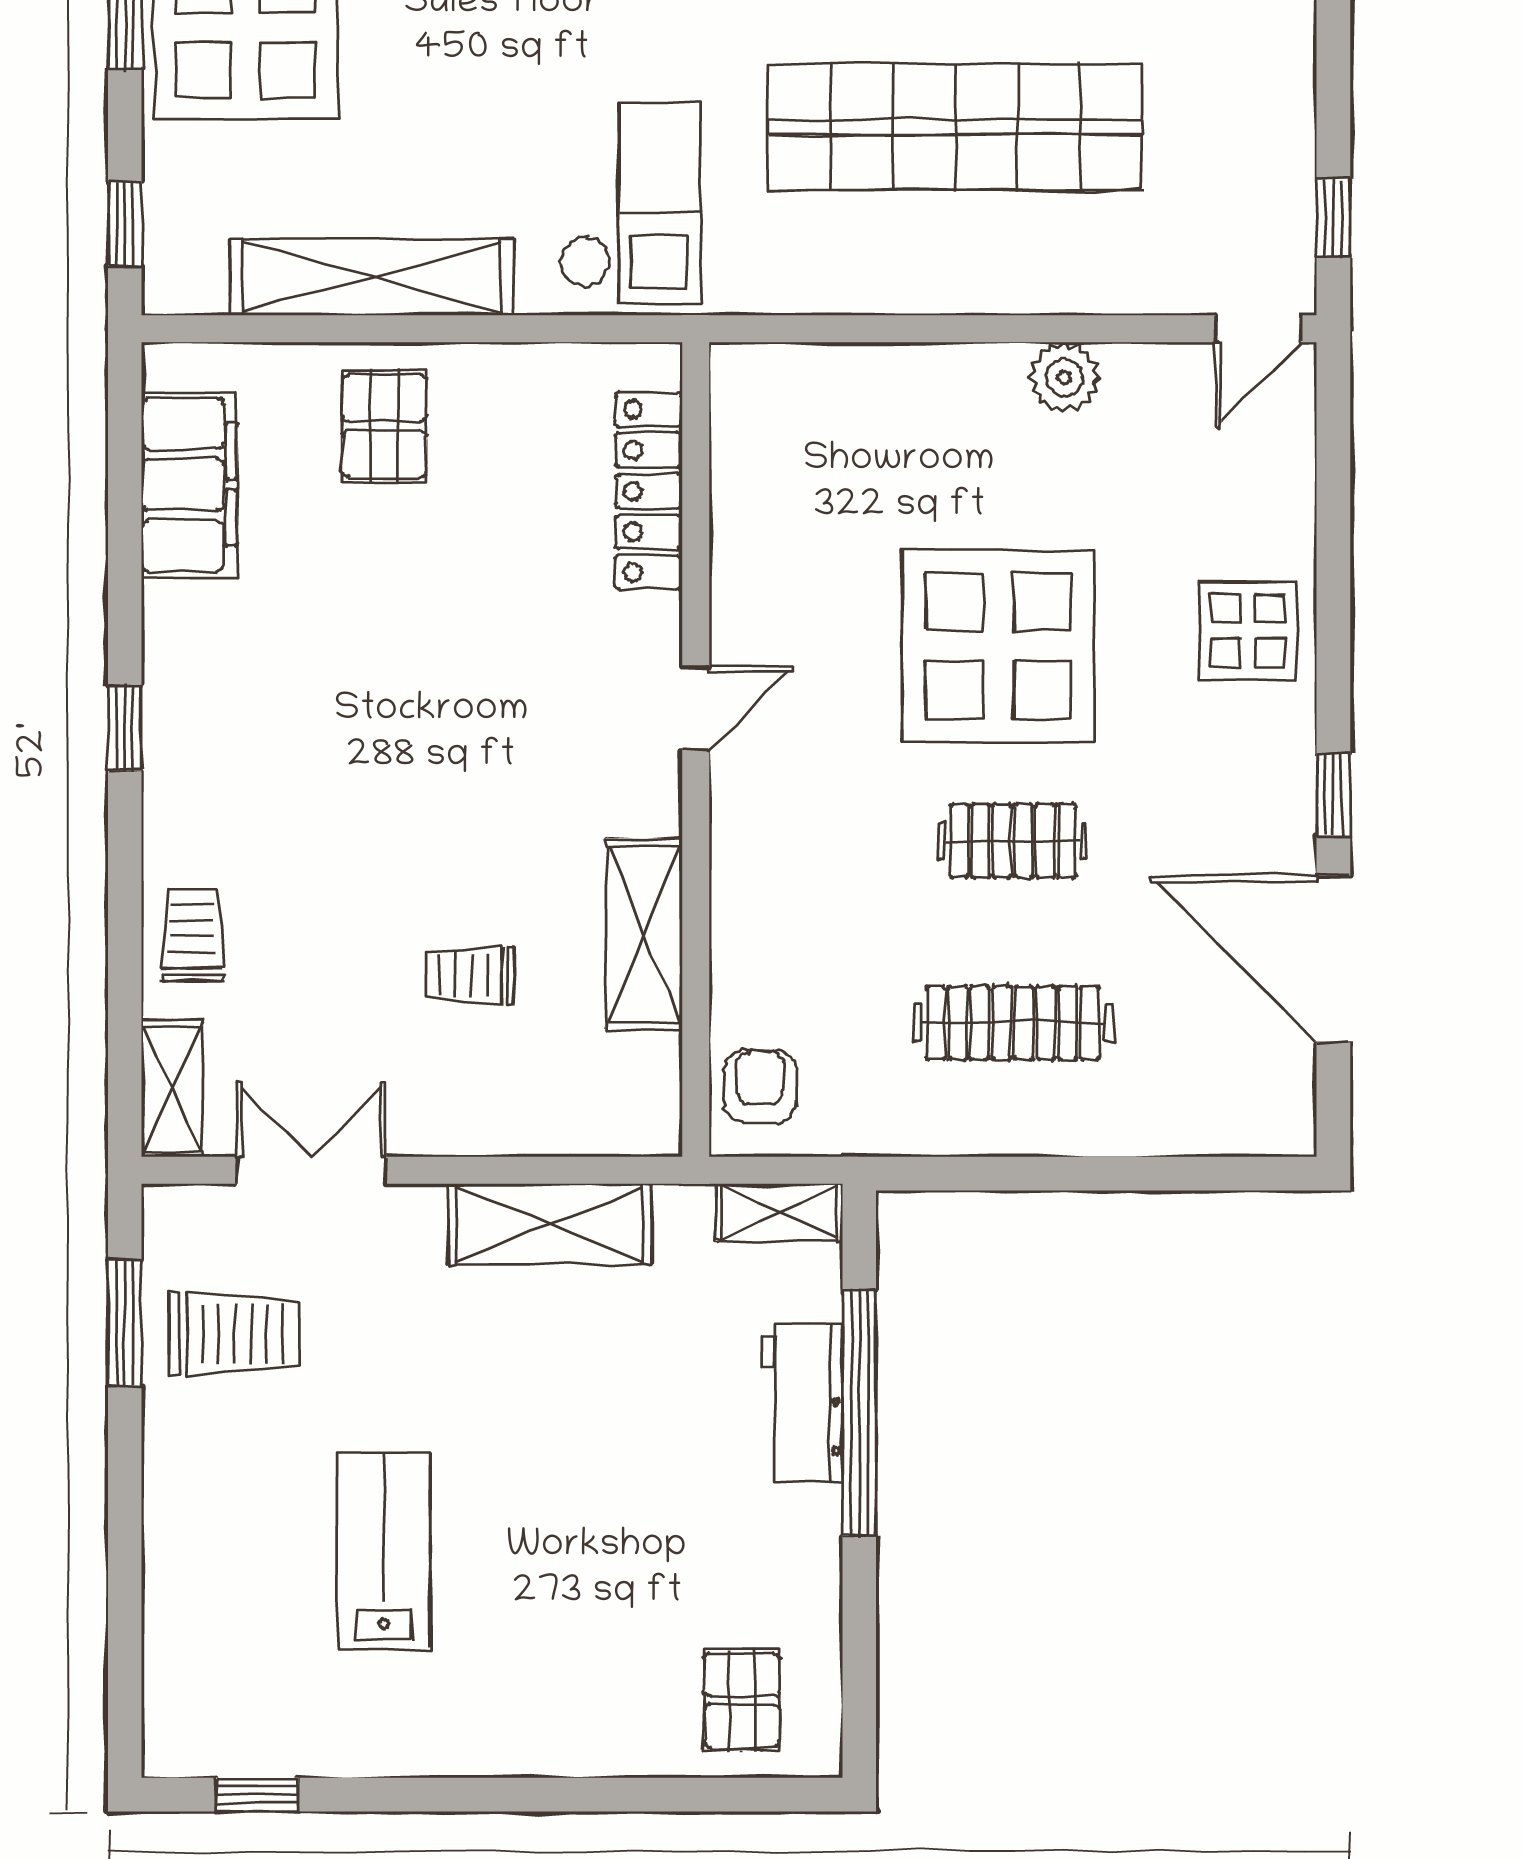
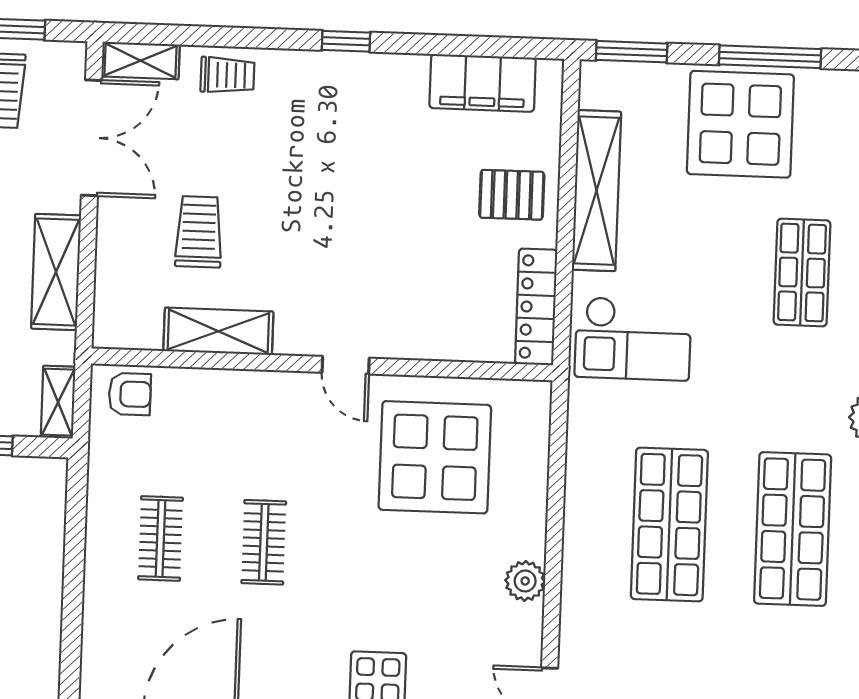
shop shelf: (955, 127) -> (669, 525), width x0.71
window: (125, 224) -> (632, 52), width x1.50
locker: (649, 491) -> (536, 307), moved, turned -90
display table: (998, 646) -> (435, 457), moved
trolley: (470, 975) -> (199, 232), width x1.36, depth x1.39
clothes rail: (1013, 1023) -> (160, 538), width x0.73
double door: (311, 1170) -> (92, 138), width x1.37

